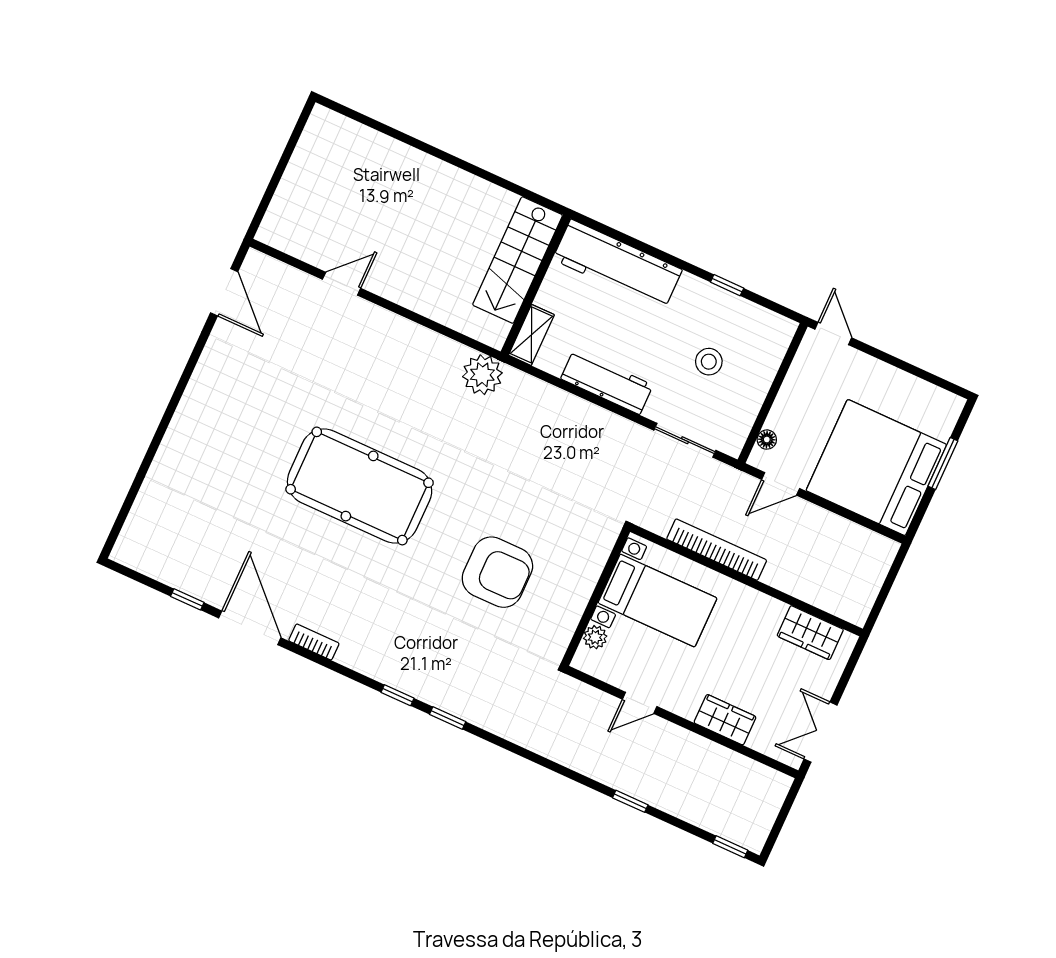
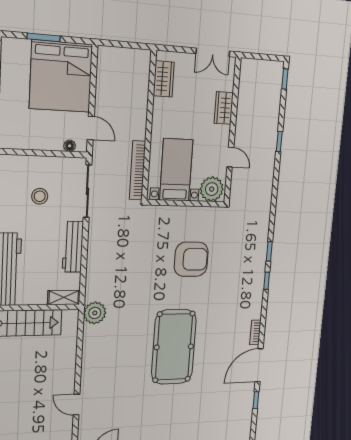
sliding door: (685, 440) -> (87, 191), width x1.37
bookcase: (717, 550) -> (137, 170), moved
armchair: (497, 572) -> (191, 259), turned 90
plant: (595, 637) -> (212, 189), width x1.87, depth x1.87

